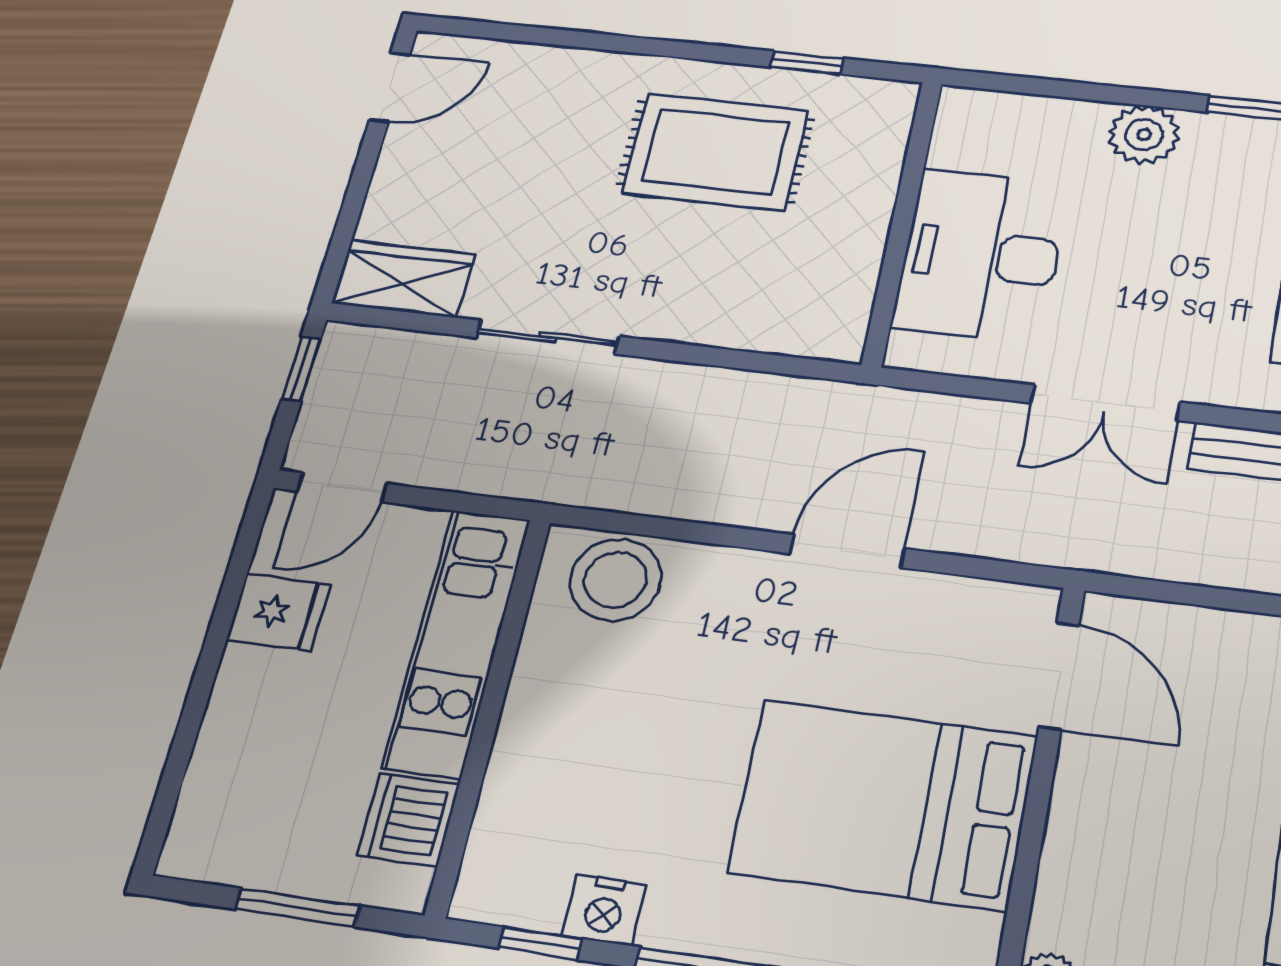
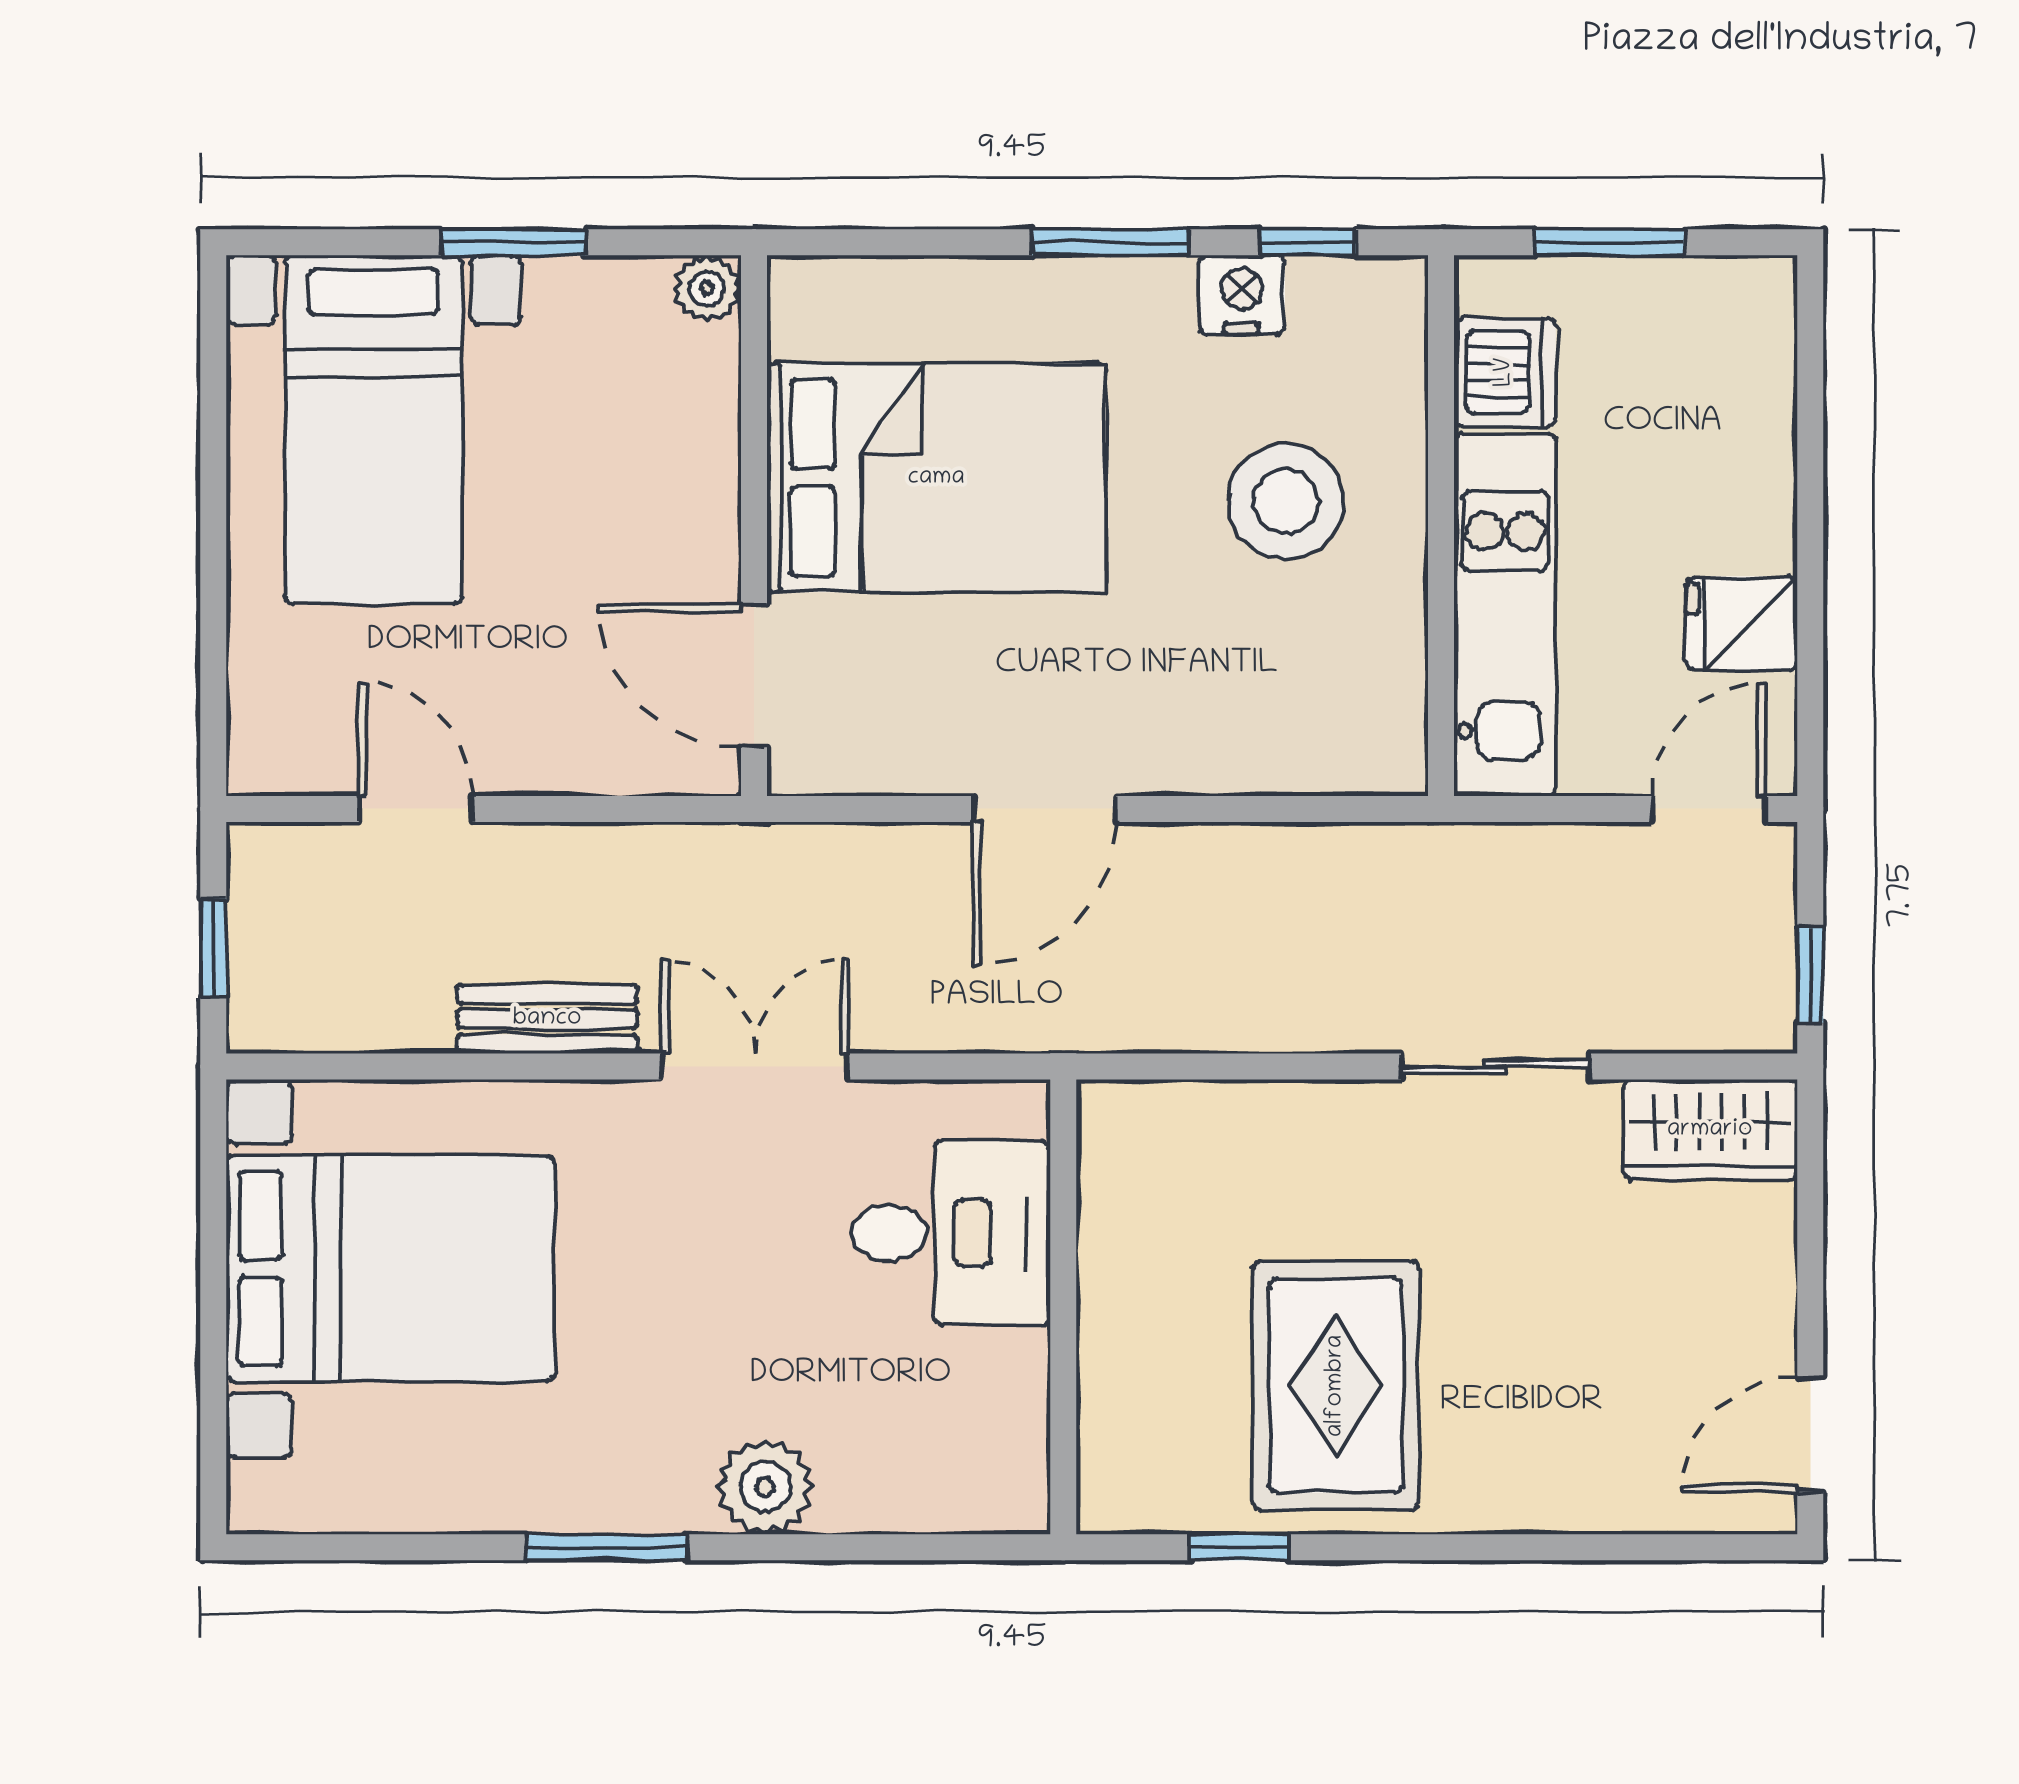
rug: (716, 152) -> (1336, 1386), turned 90
desk: (981, 255) -> (951, 1233), width x0.73
stool: (615, 580) -> (1286, 501), moved

